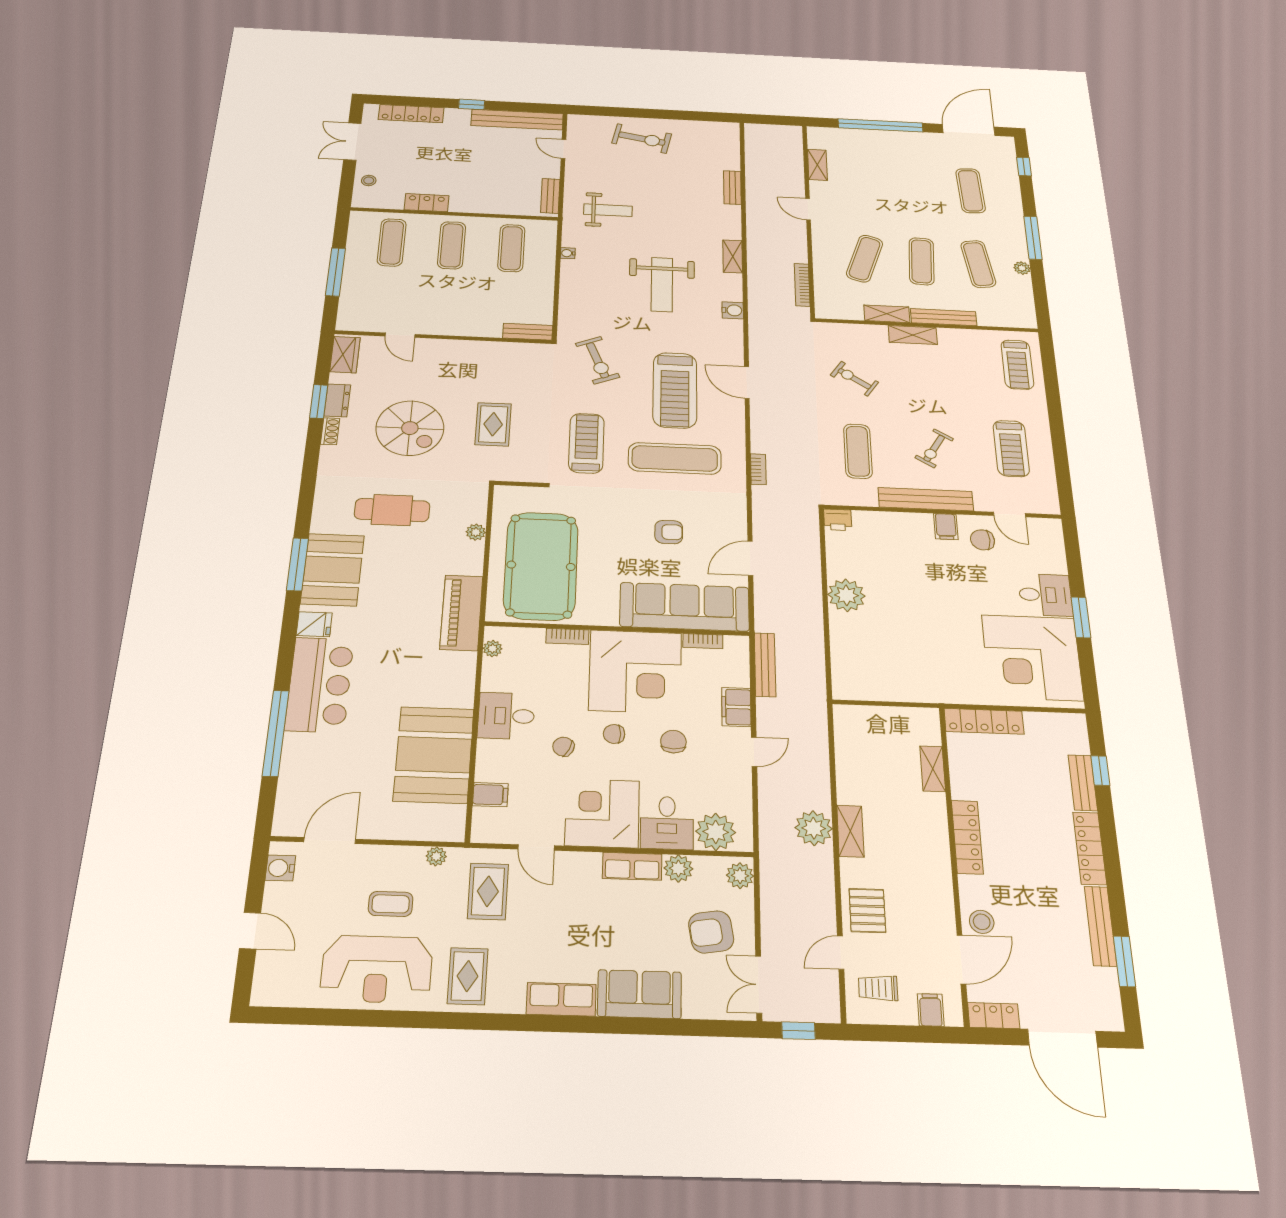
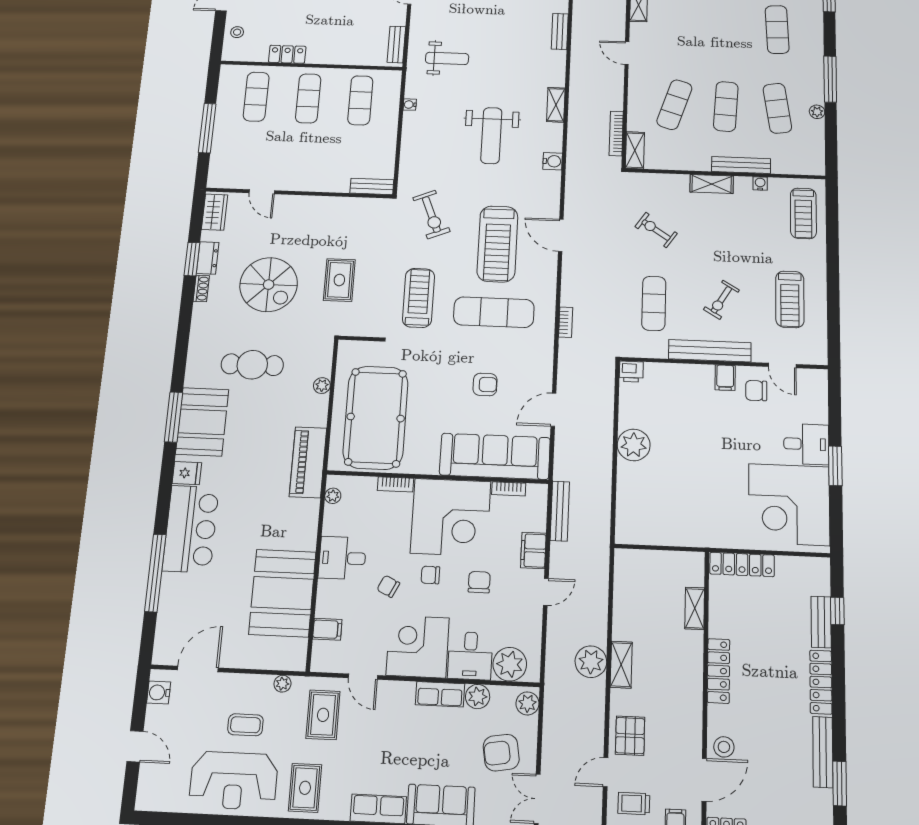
shelving: (887, 314) -> (635, 150), moved, turned 90
water cooler: (967, 335) -> (760, 183), added

